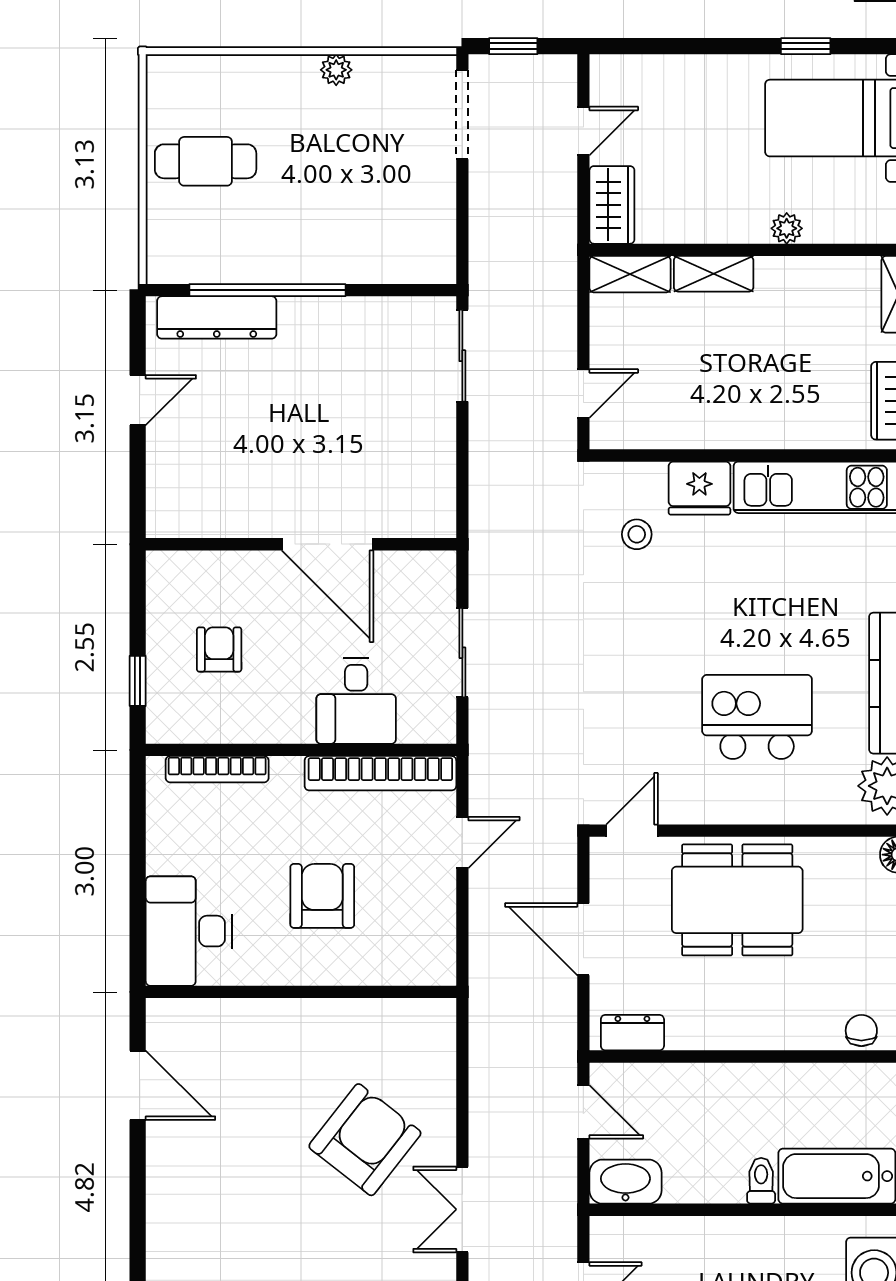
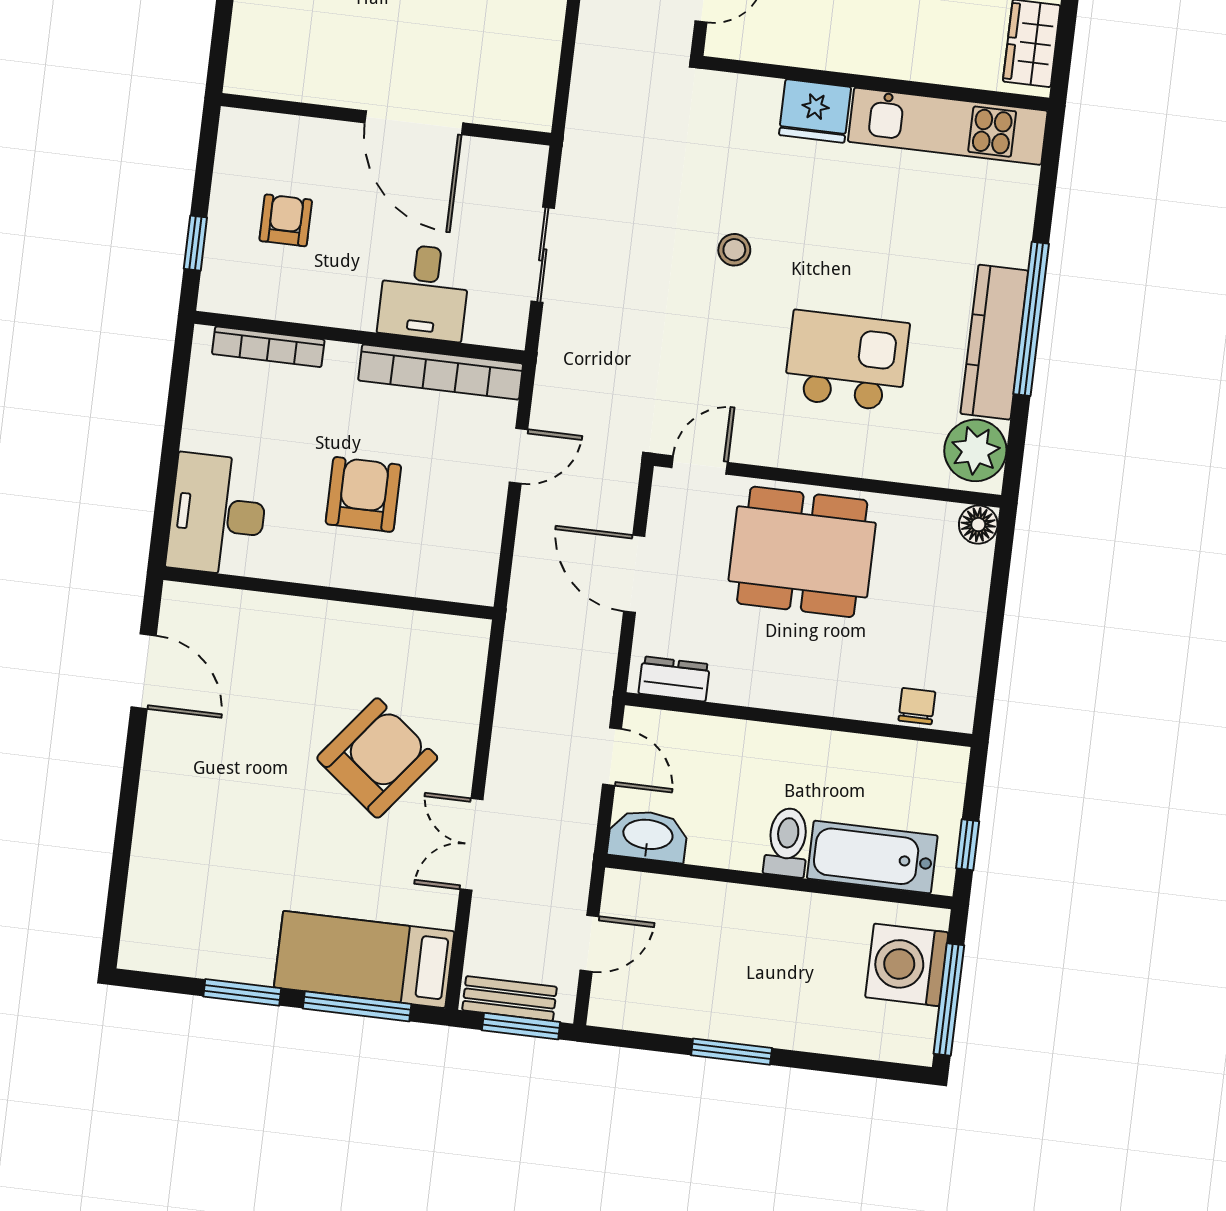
stool: (637, 534) -> (734, 250), moved
toilet: (761, 1181) -> (787, 842), width x1.37, depth x1.39

